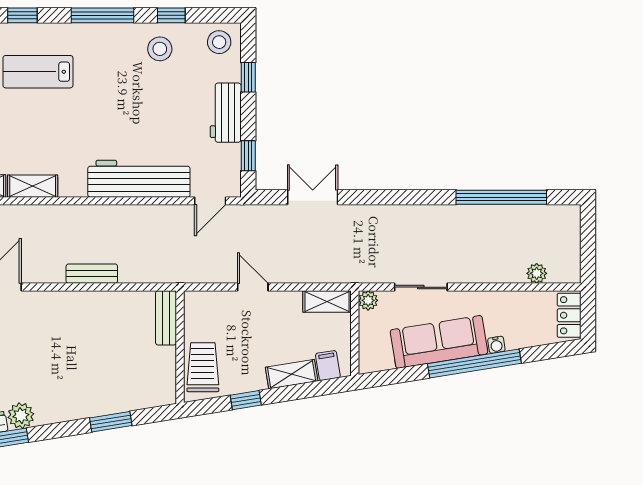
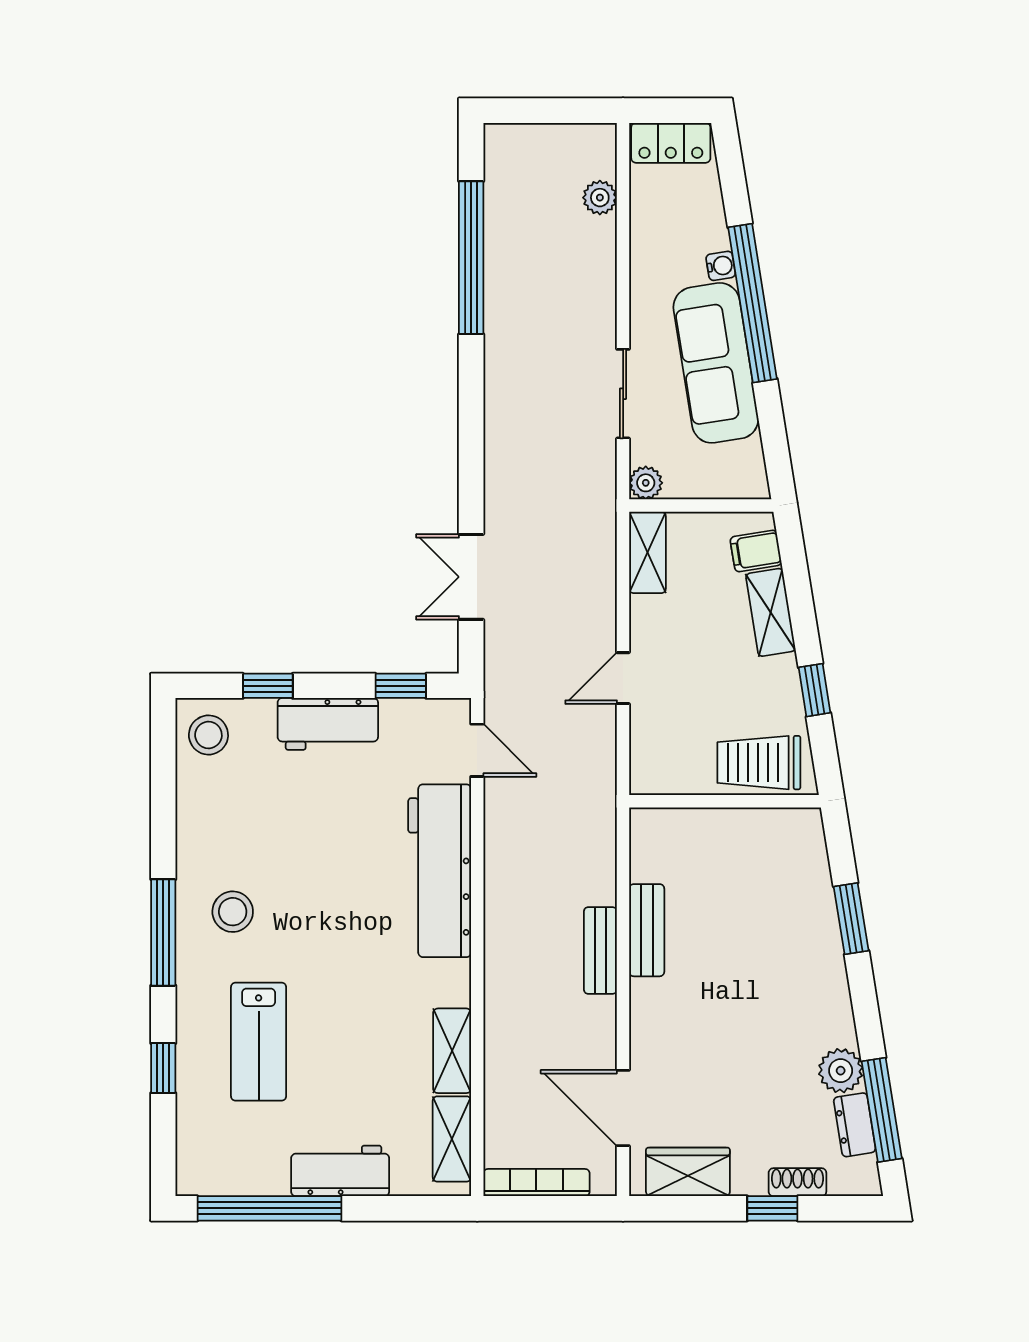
window: (171, 15) -> (163, 816), removed
stool: (160, 49) -> (233, 912), moved
bench: (166, 318) -> (647, 930), moved, turned 90

